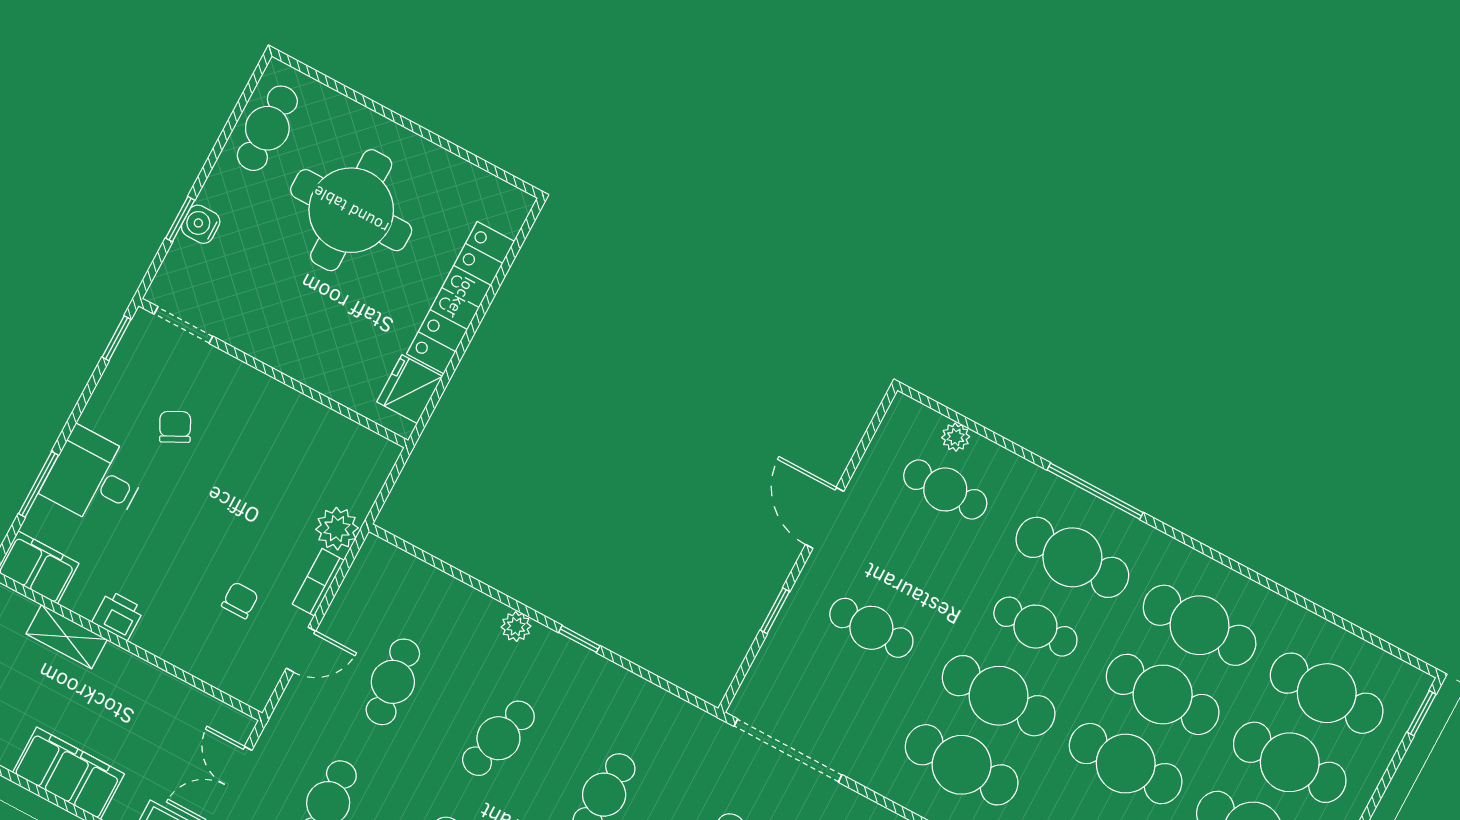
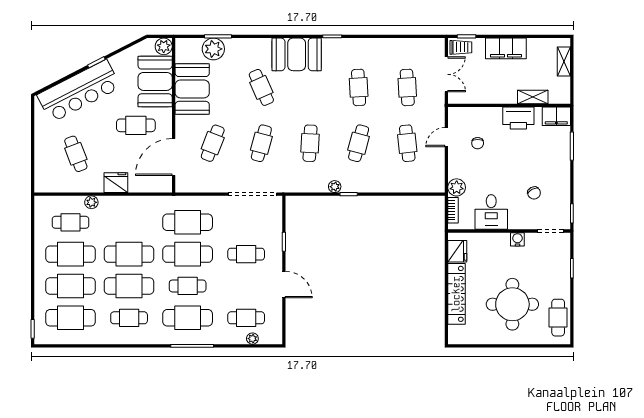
water cooler: (201, 224) -> (517, 239), moved, turned -90
desk: (95, 478) -> (491, 212), moved, turned 90
bookcase: (318, 582) -> (453, 210), moved
printer: (118, 616) -> (518, 118), width x1.87, depth x1.48
cafe table: (1200, 625) -> (129, 318), width x0.73, depth x0.74
plant: (516, 627) -> (335, 187), moved

